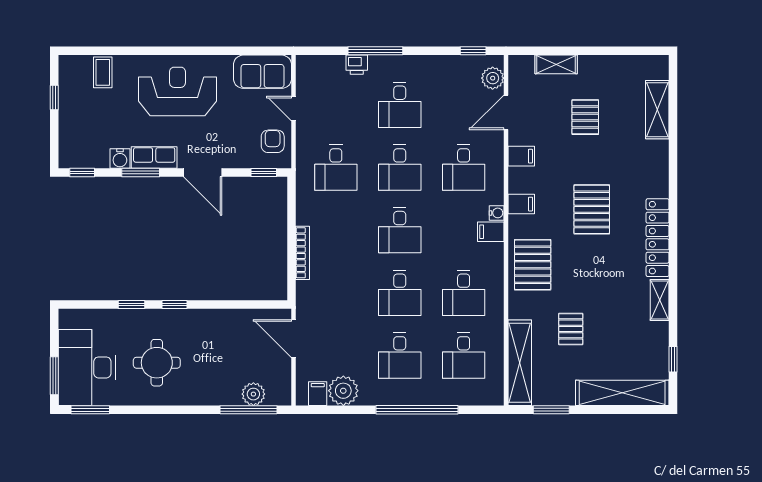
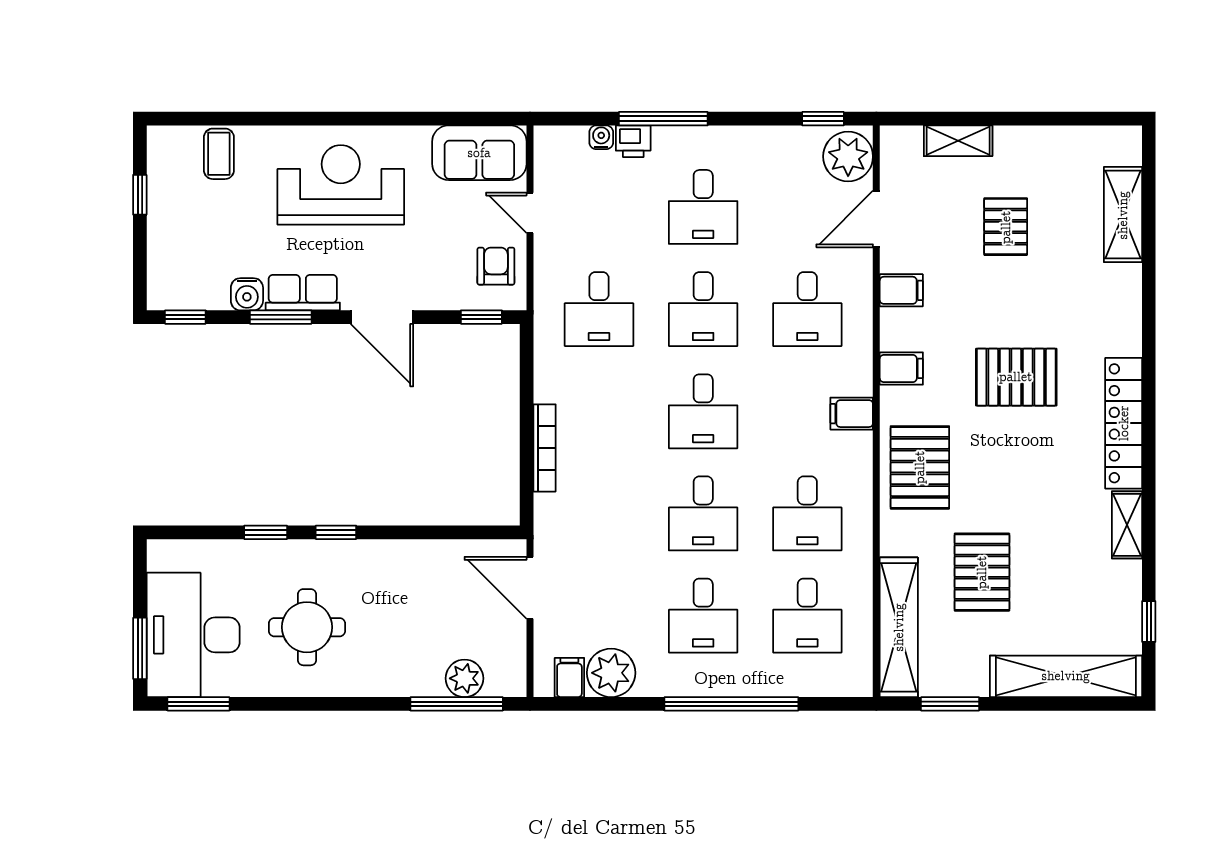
plant: (493, 78) -> (848, 156), width x1.36, depth x1.36
pallet: (592, 209) -> (1016, 377), turned 90
water cooler: (497, 213) -> (601, 137), moved, turned -90
pallet: (571, 329) -> (982, 572), width x1.50, depth x1.42

